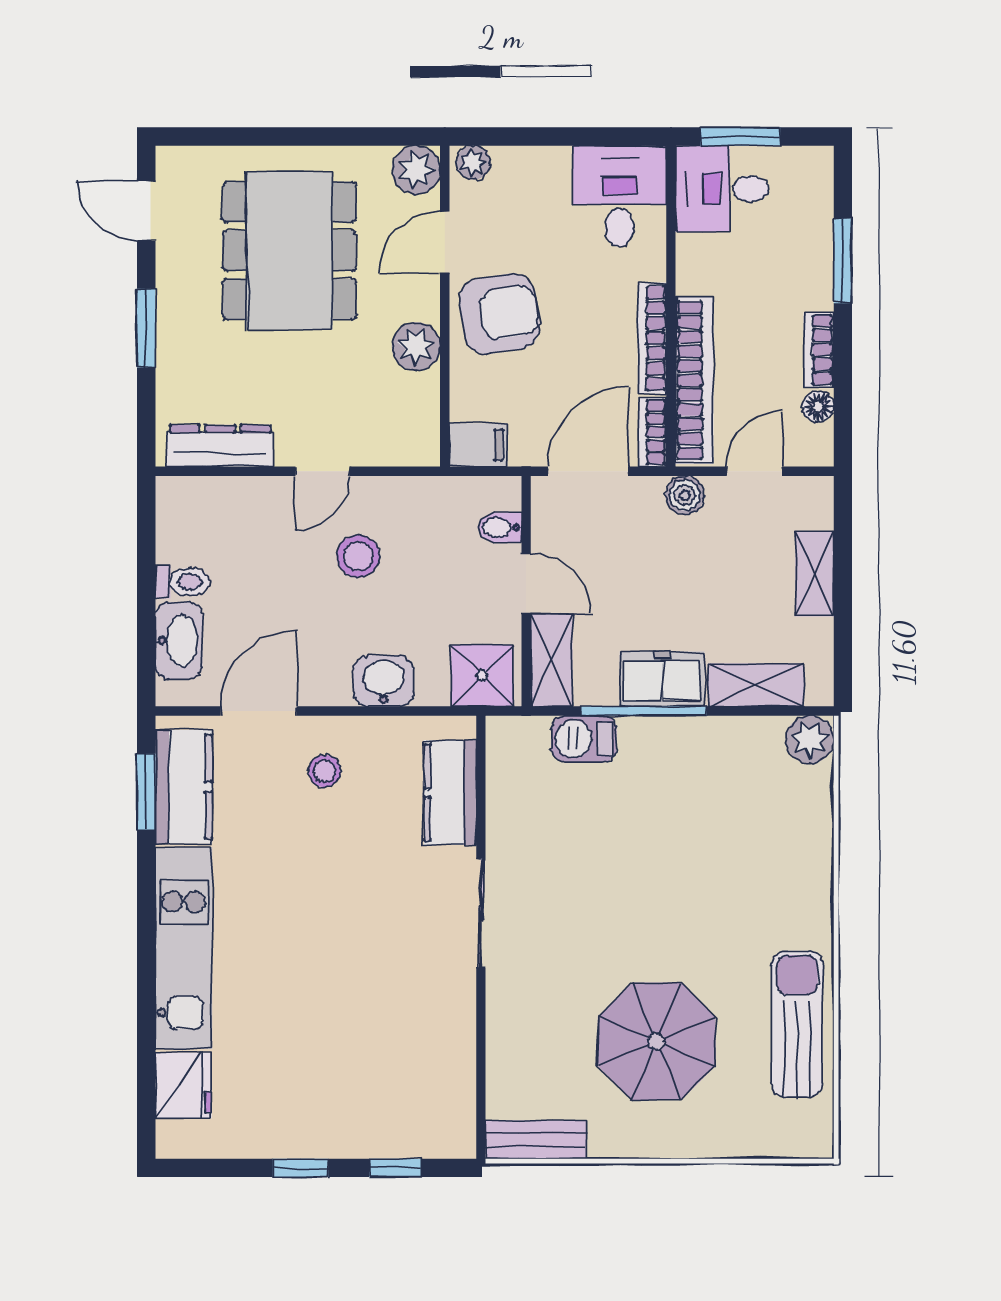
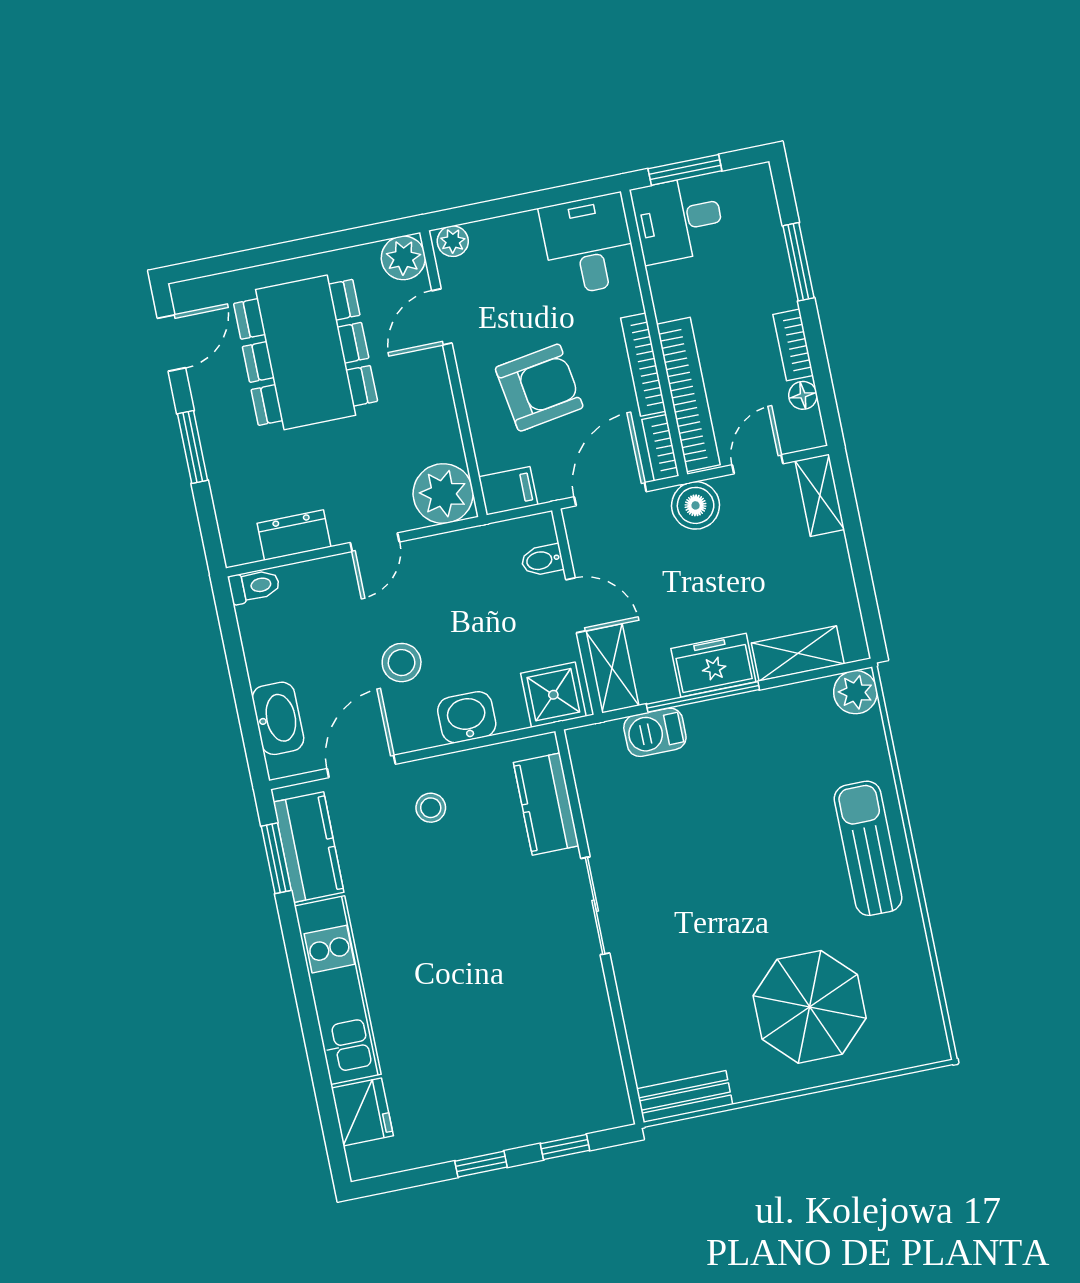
door: (146, 211) -> (171, 343), swing flipped
armchair: (500, 314) -> (539, 388), moved
plant: (416, 346) -> (443, 494), moved, width x1.36, depth x1.36
dresser: (220, 446) -> (294, 535), width x0.70
boiler: (685, 495) -> (696, 505), width x1.36, depth x1.36
stool: (358, 556) -> (402, 663), moved
shelving: (815, 574) -> (820, 495), moved
toilet: (182, 582) -> (254, 586), moved
sun lounger: (797, 1024) -> (868, 848), moved
parasol: (657, 1041) -> (810, 1007), moved

